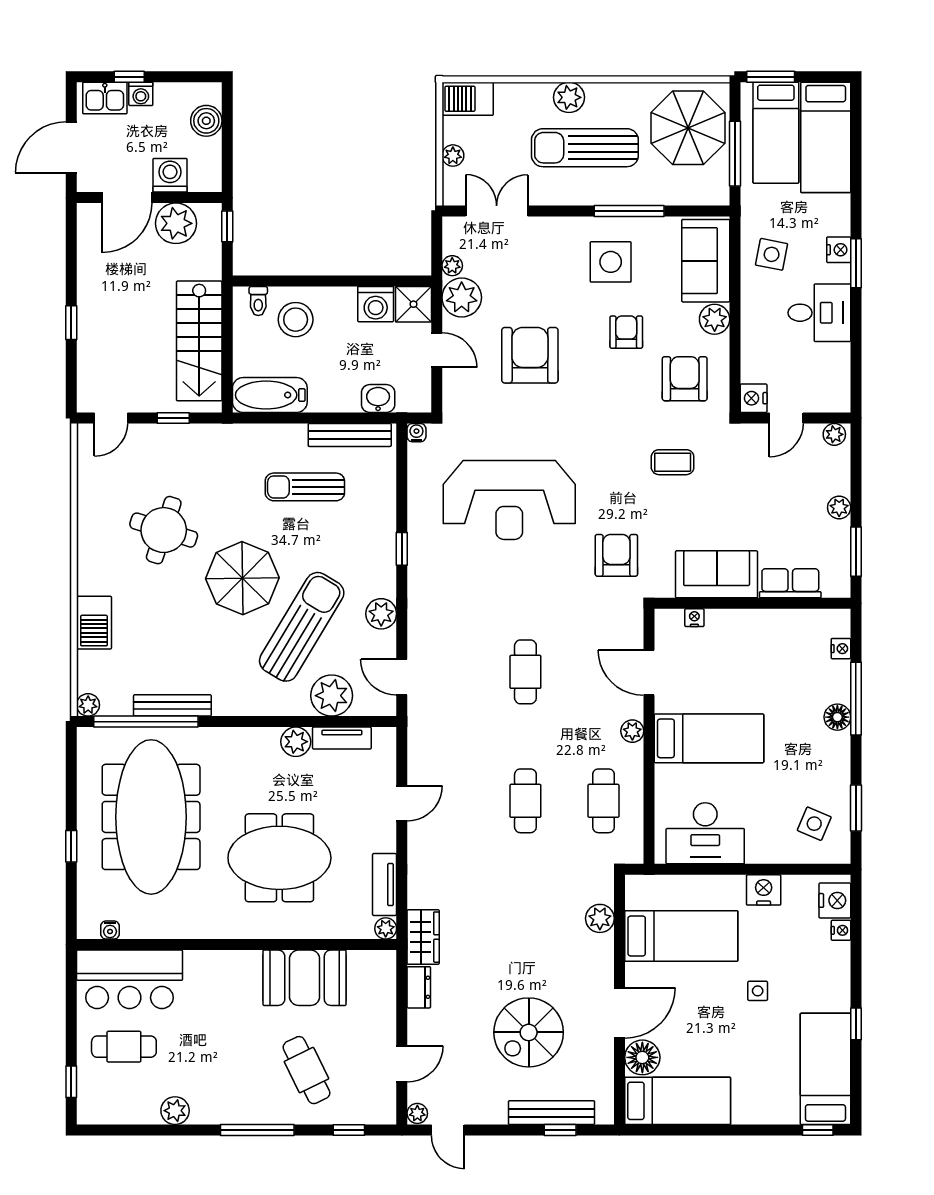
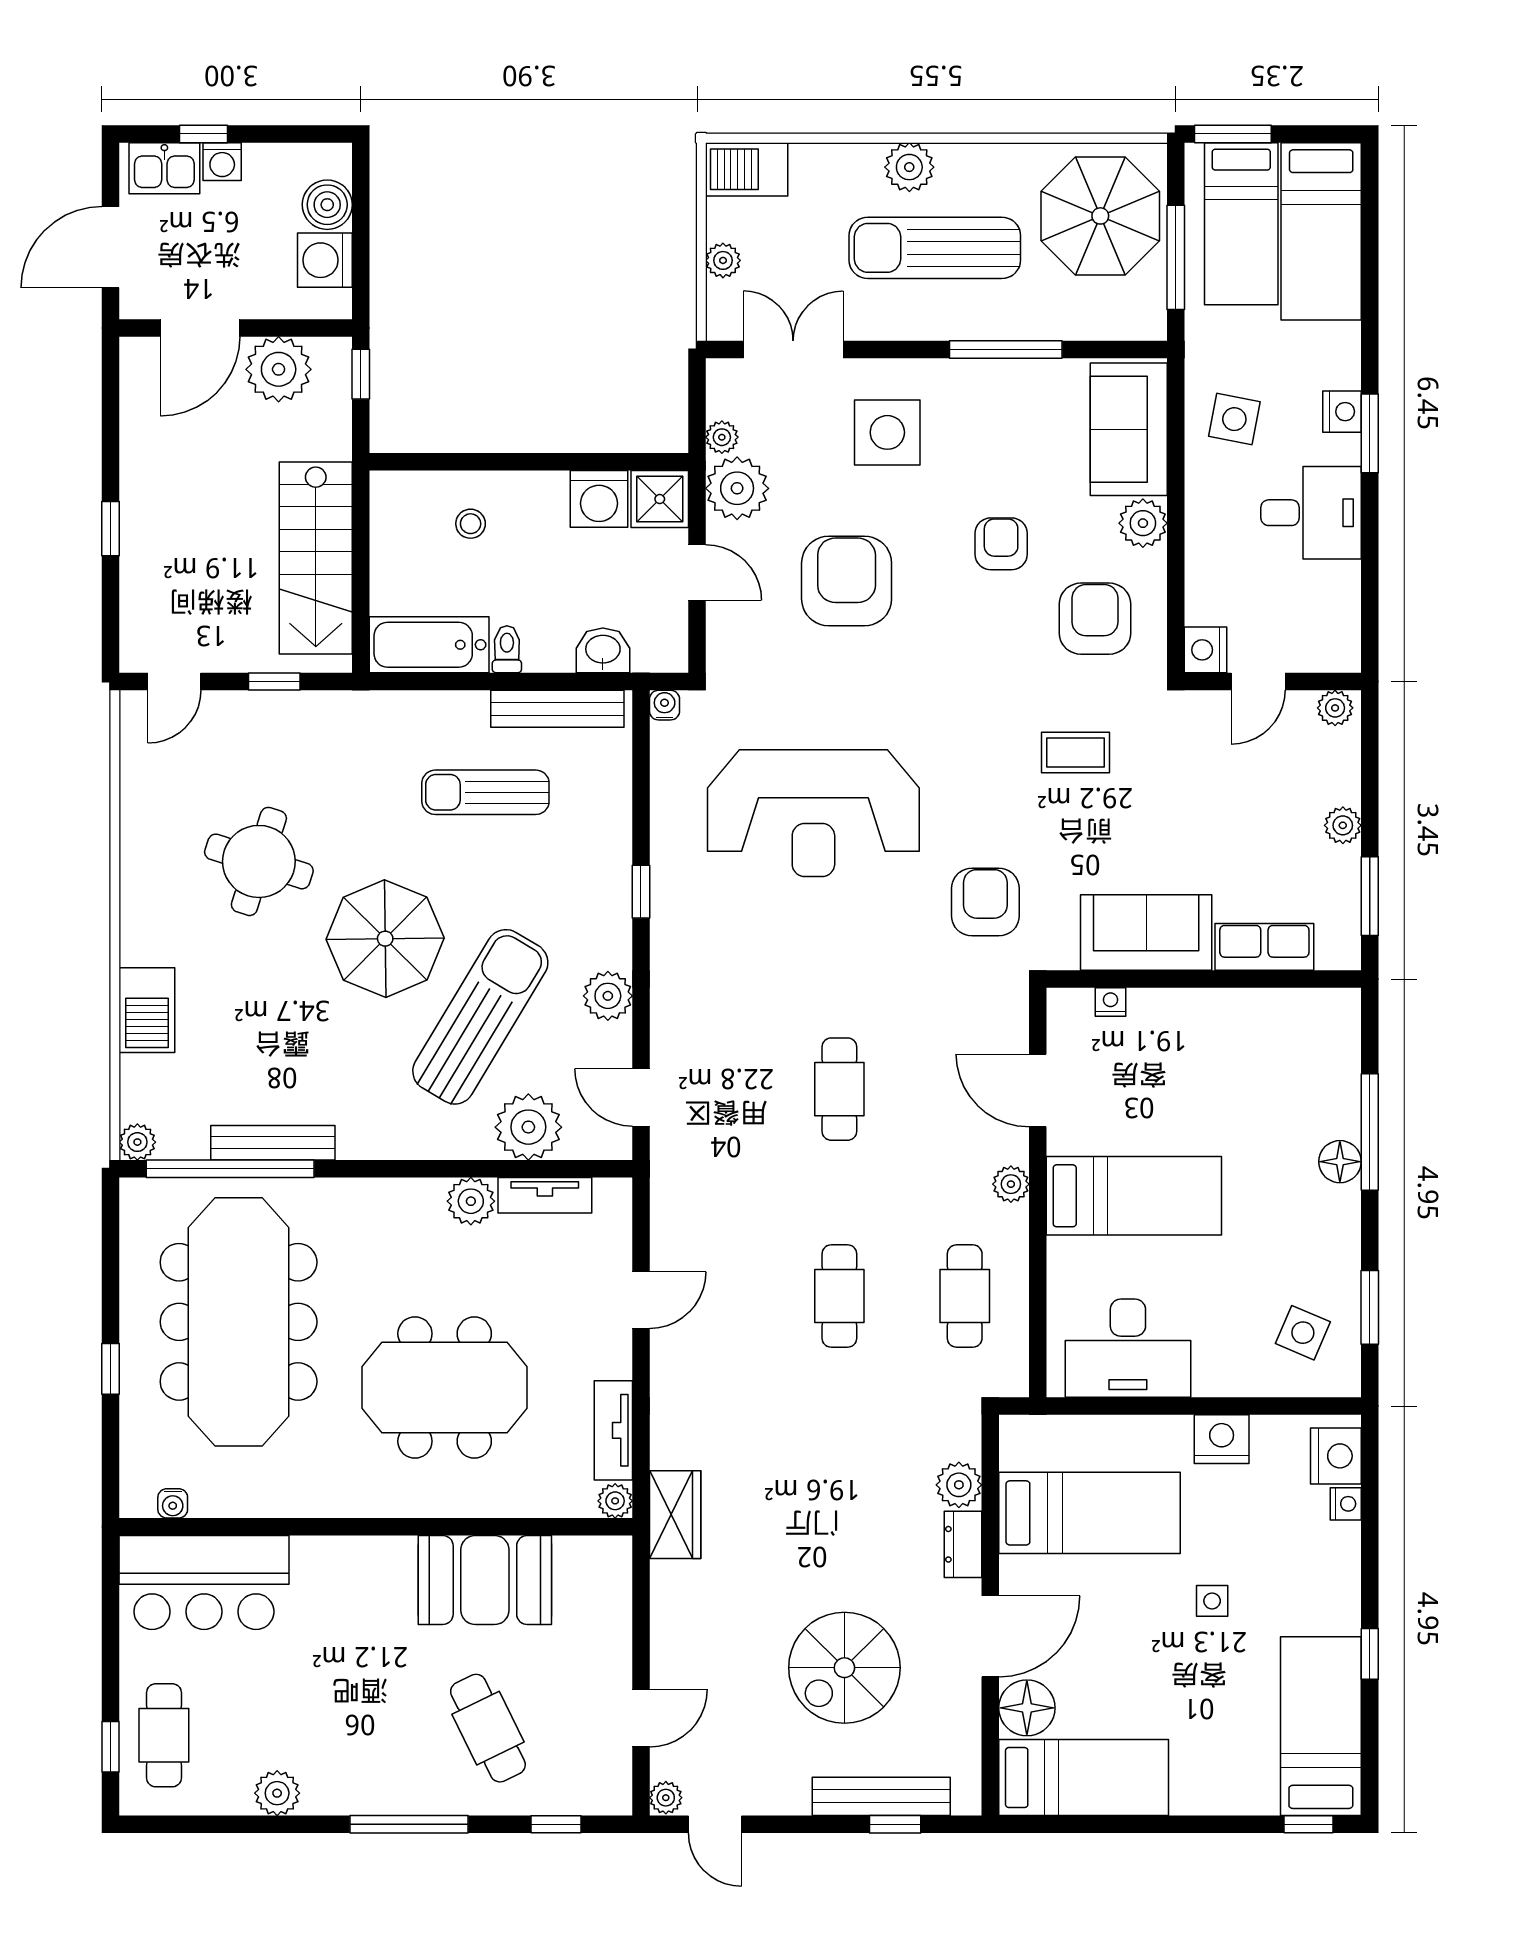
washing machine: (170, 175) -> (325, 260), moved, turned -90
side table: (611, 262) -> (887, 432), moved
toilet: (258, 301) -> (507, 649), moved, turned 180
stool: (296, 320) -> (471, 524), width x0.53, depth x0.53
nightstand: (841, 649) -> (1346, 1052), removed
dresser: (419, 987) -> (963, 1544), moved, turned 180
cafe table: (124, 1047) -> (164, 1735), moved, turned 90

